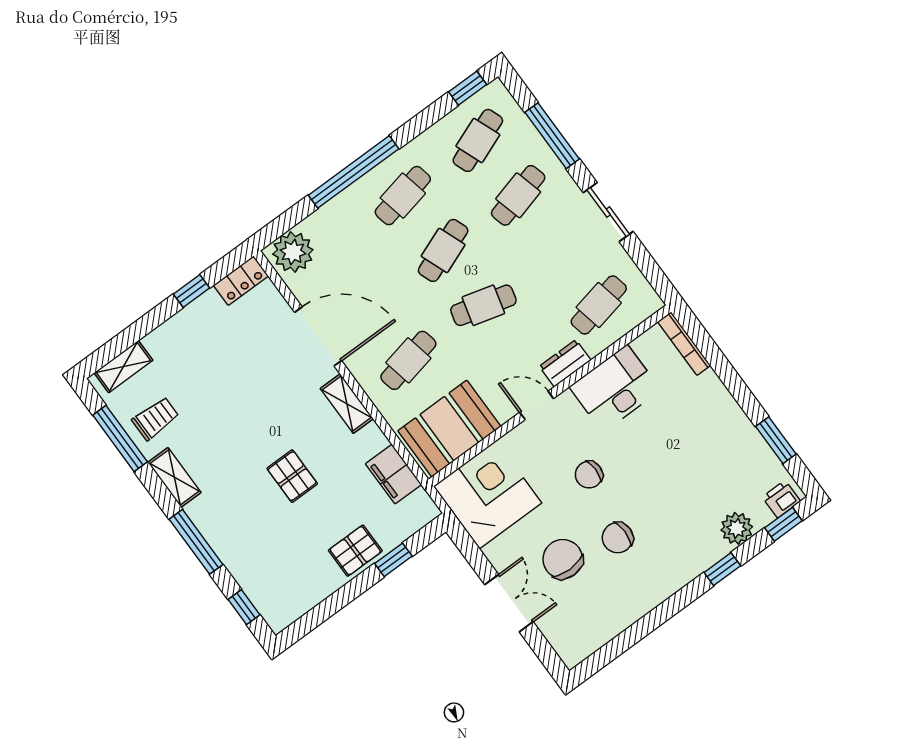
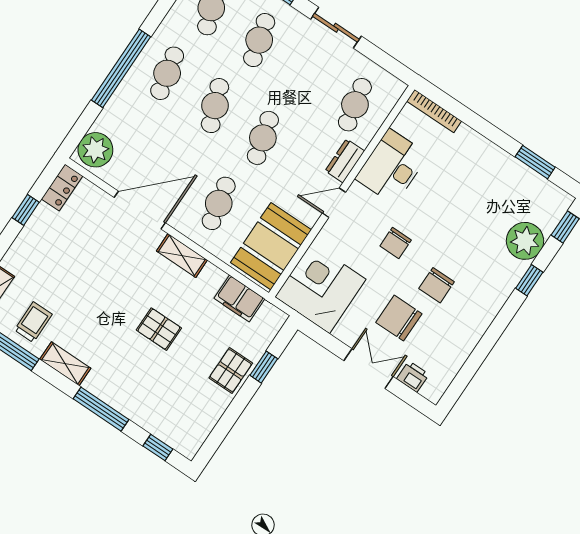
cafe table: (483, 305) -> (263, 138), turned -30
printer: (781, 499) -> (413, 377), moved, turned 90
plant: (737, 528) -> (525, 241), width x1.36, depth x1.36

